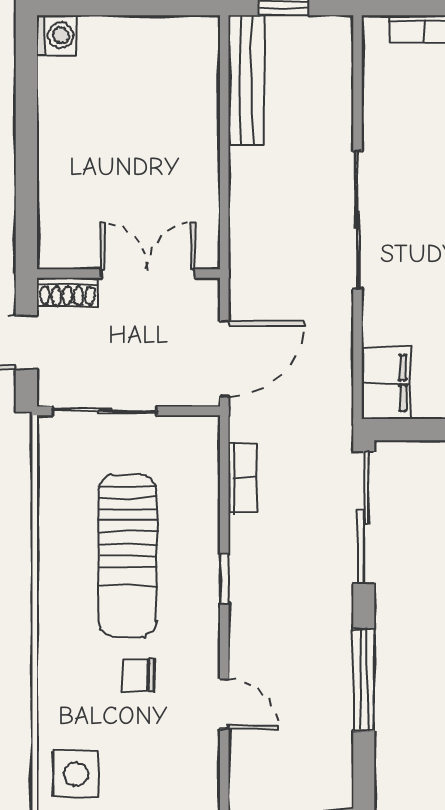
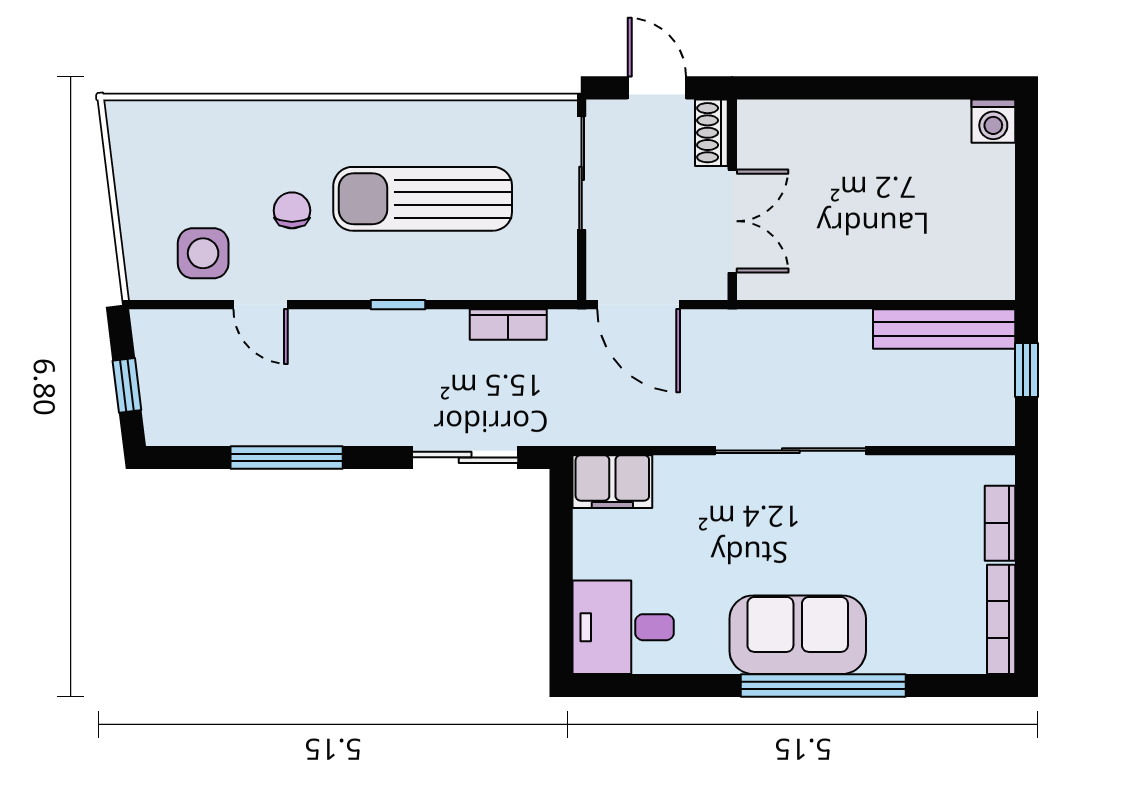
sliding door: (364, 517) -> (465, 457), width x0.73
door: (224, 704) -> (261, 305), hinge flipped
side table: (76, 774) -> (203, 253), moved

